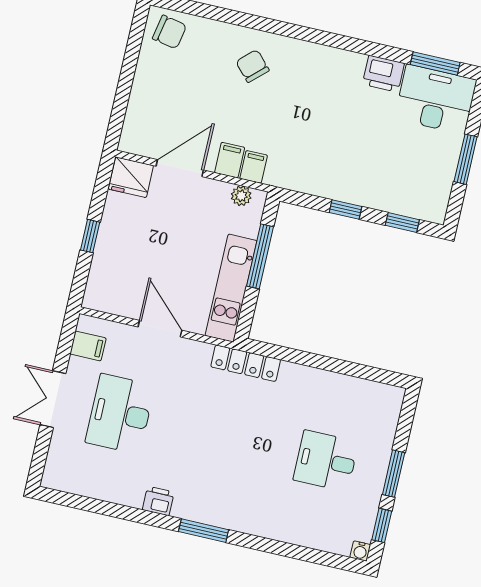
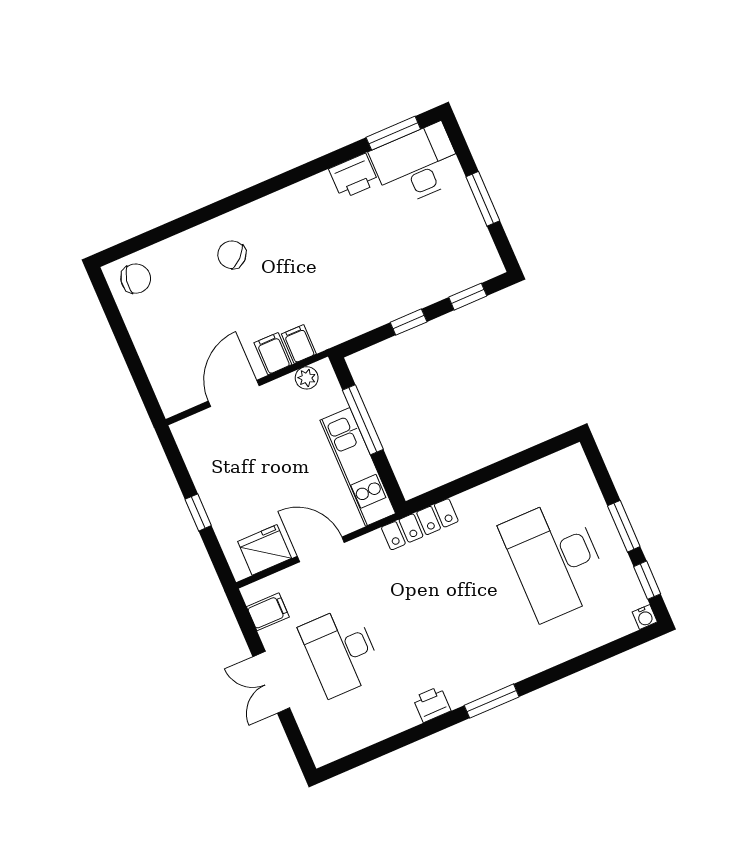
fridge: (131, 177) -> (265, 550), moved, turned 180
desk: (326, 461) -> (555, 559), width x1.87, depth x1.30

